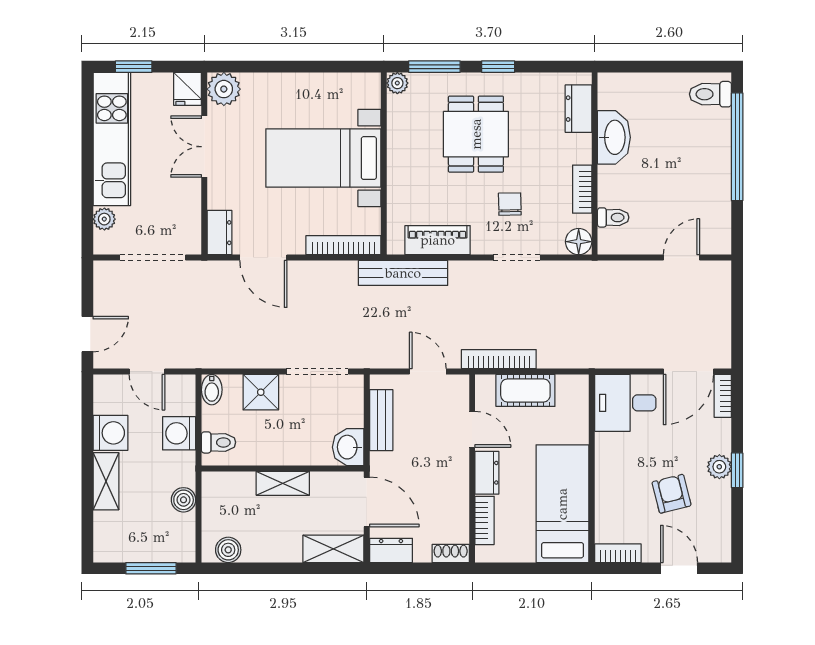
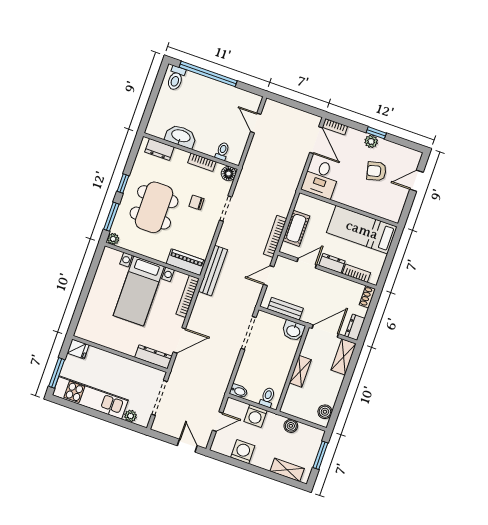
window: (134, 67) -> (57, 373), width x1.50
plant: (224, 89) -> (85, 330), removed
dining table: (476, 134) -> (154, 207), width x1.38
double door: (204, 147) -> (111, 351), removed
dresser: (220, 233) -> (154, 357), width x1.44
piano: (438, 240) -> (186, 262), moved, turned 90
shower: (261, 392) -> (249, 366), removed
shelving: (106, 481) -> (287, 470), moved
bookcase: (618, 553) -> (398, 210), removed

